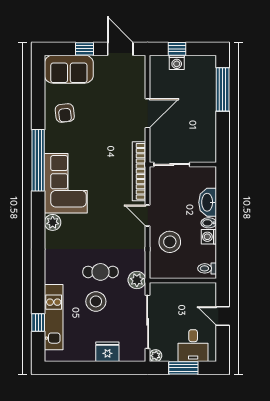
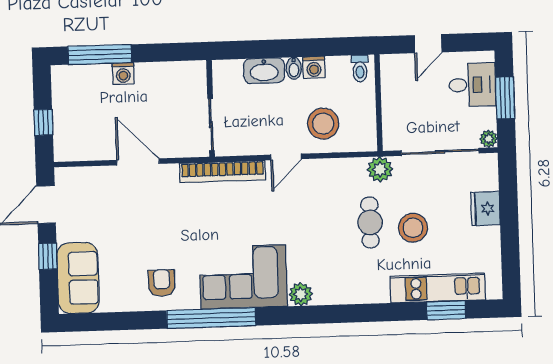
washing machine: (177, 62) -> (123, 73), moved, turned 90
armchair: (65, 113) -> (162, 283), moved, turned -83
window: (38, 323) -> (446, 310), width x1.50

